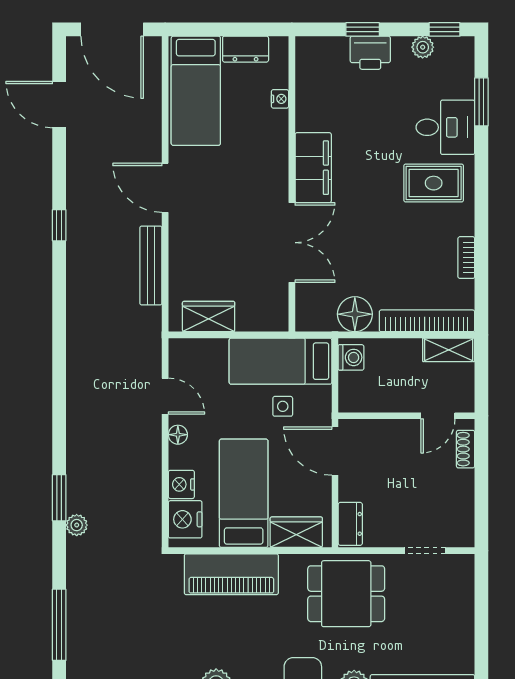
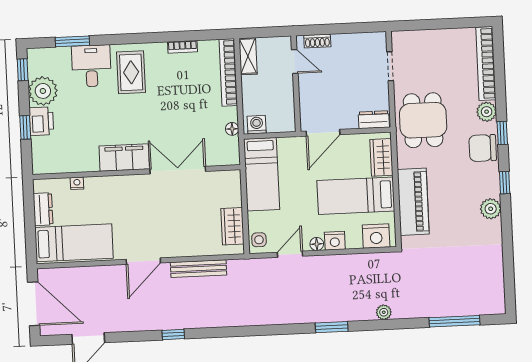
door: (112, 29) -> (34, 304), hinge flipped
plant: (423, 47) -> (43, 91), width x1.88, depth x1.88
floor lamp: (355, 314) -> (232, 129), width x0.53, depth x0.53
side table: (283, 406) -> (259, 240), moved
nightstand: (181, 484) -> (335, 241), moved
window: (59, 498) -> (332, 327), moved

